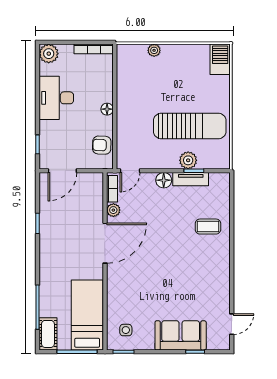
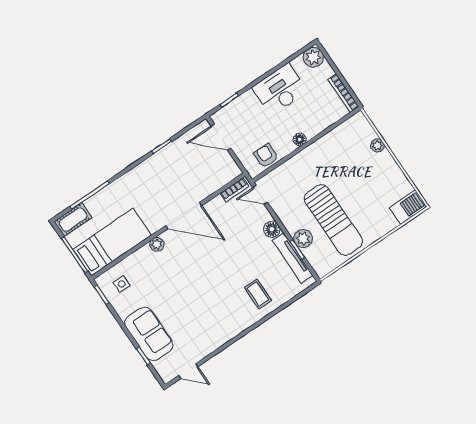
tv unit: (191, 179) -> (293, 258), width x1.41
plant: (113, 210) -> (157, 244), moved

